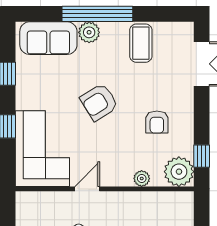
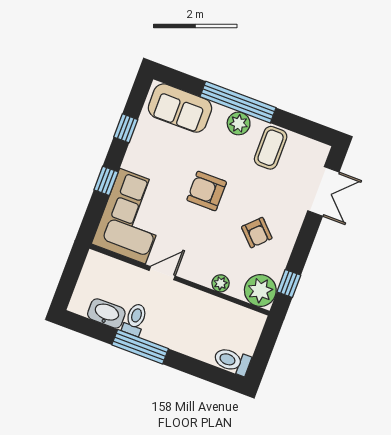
plant: (89, 32) -> (239, 123), moved
armchair: (99, 102) -> (207, 191), turned 32
armchair: (157, 122) -> (257, 233), turned -45

